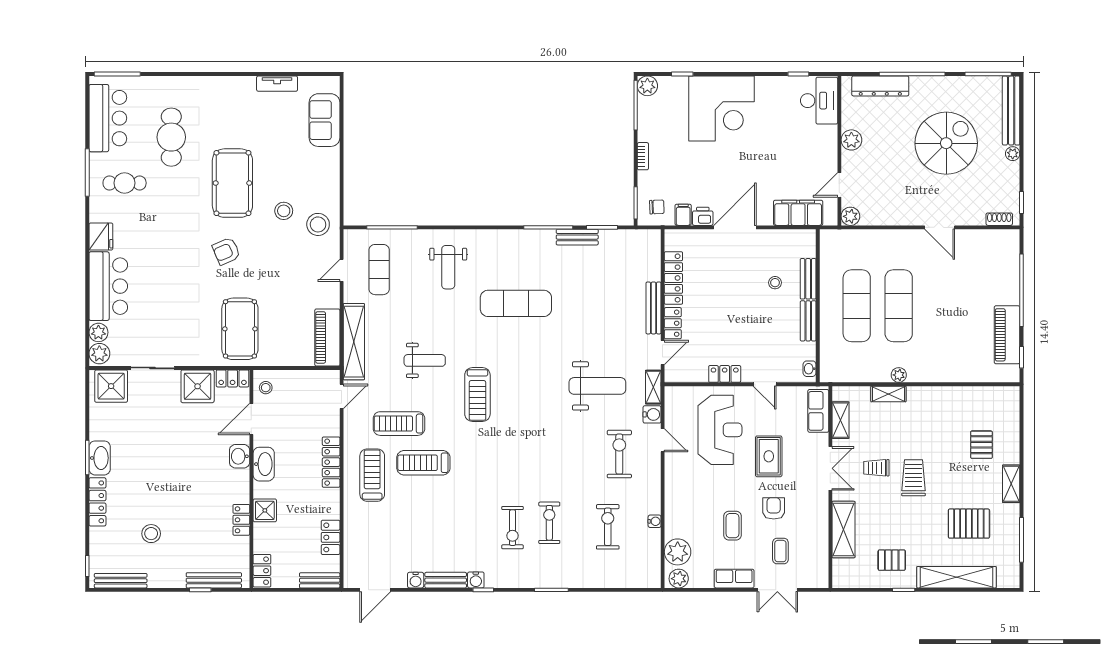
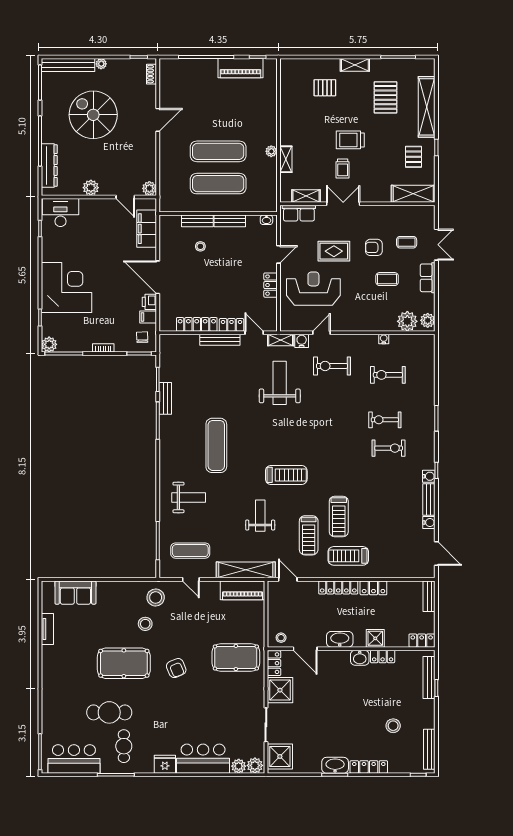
cafe table: (171, 137) -> (109, 712), moved
washbasin: (240, 456) -> (360, 658), moved
shelving: (843, 530) -> (413, 194), moved
locker: (331, 537) -> (373, 588), moved

